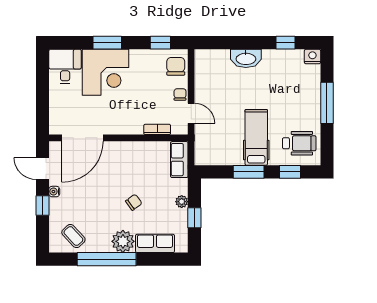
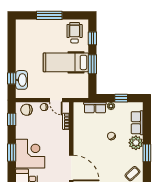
window: (285, 43) -> (12, 78), moved
nightstand: (312, 56) -> (20, 24), removed
washbasin: (246, 58) -> (22, 80), moved
door: (191, 113) -> (56, 100), swing flipped
hospital bed: (256, 137) -> (66, 62), width x1.37, depth x1.29
row of seats: (179, 160) -> (95, 108), moved
window: (107, 259) -> (147, 153), width x0.47

